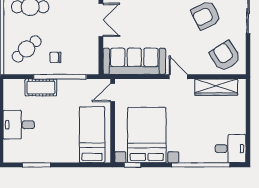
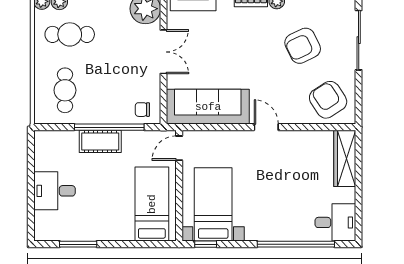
cafe table: (27, 49) -> (65, 90), turned -49
chair: (55, 57) -> (142, 110), moved
cot: (41, 87) -> (100, 141), moved
wardrobe: (216, 87) -> (345, 158), moved, turned 90
bed with nightstands: (147, 135) -> (213, 204), width x0.73

